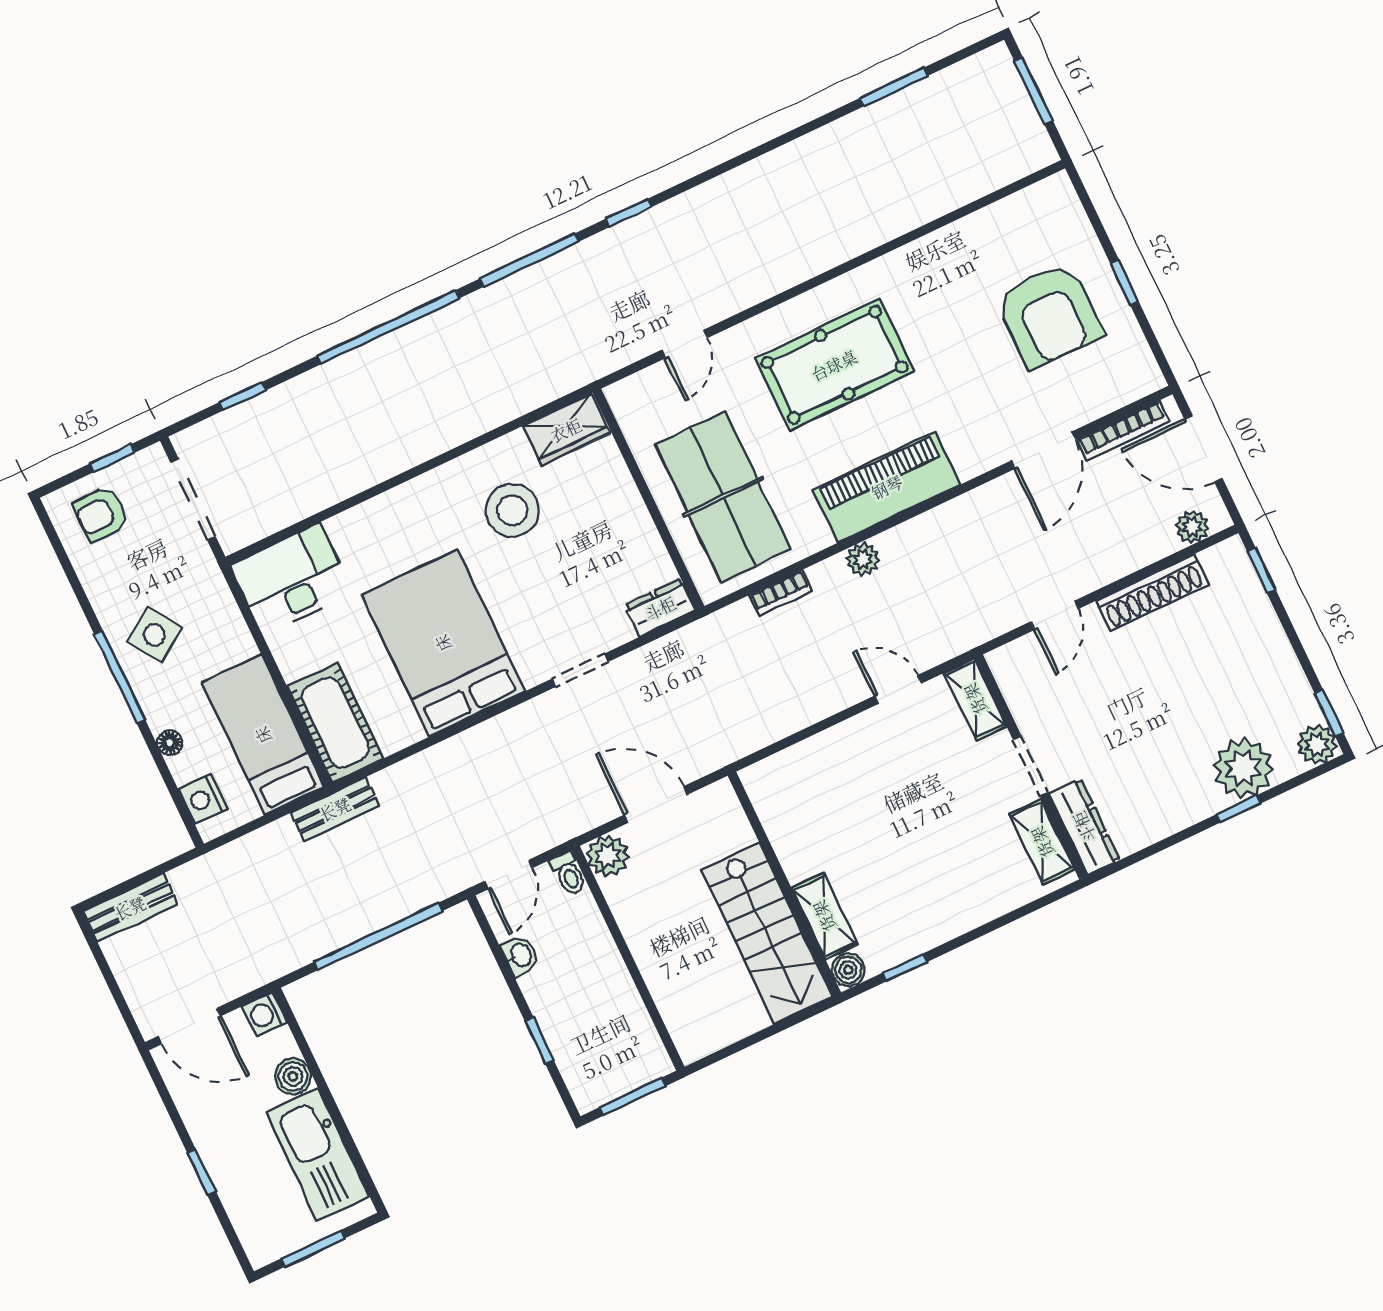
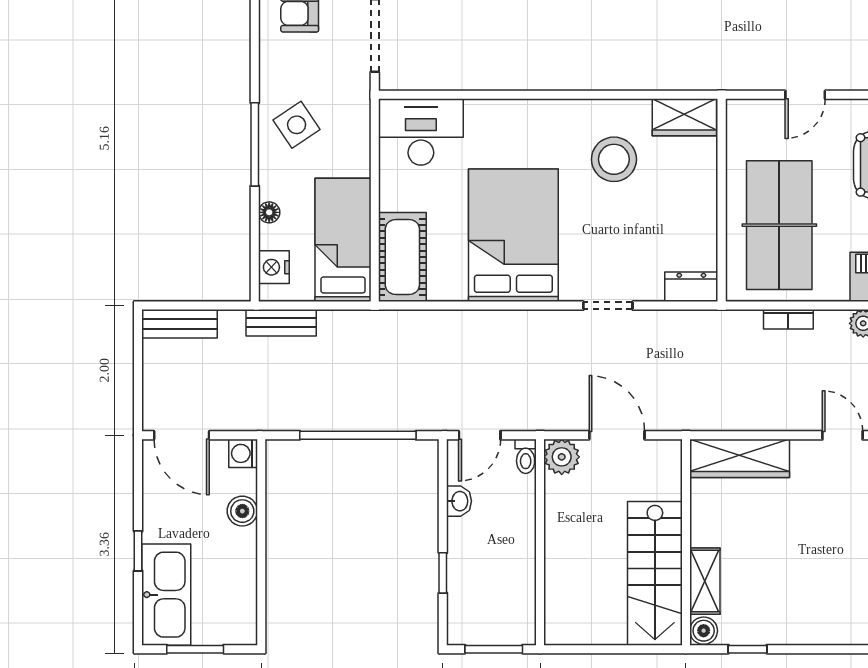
wardrobe: (799, 767) -> (740, 458), added
bench: (335, 809) -> (281, 323), moved
kitchen sink: (318, 1154) -> (166, 595), moved, turned 180

